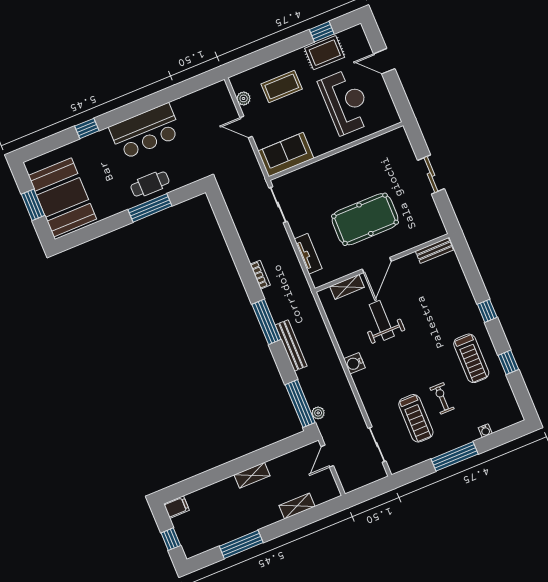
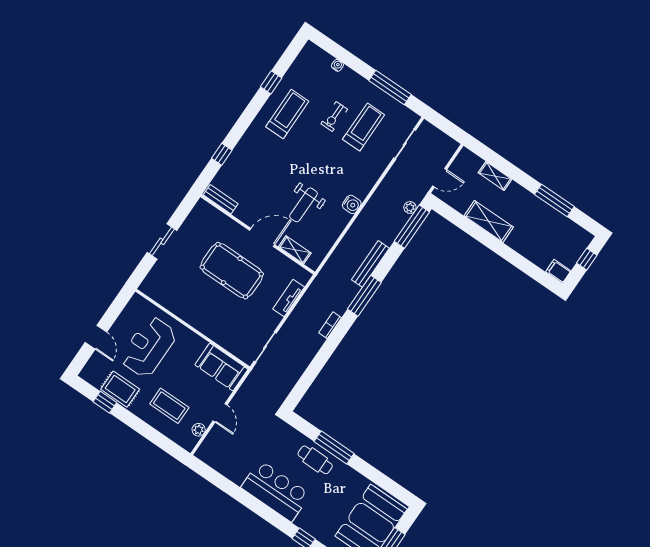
window: (487, 311) -> (222, 154), moved
window: (455, 456) -> (390, 88), moved
shelving: (252, 475) -> (489, 221), width x1.50, depth x1.33

